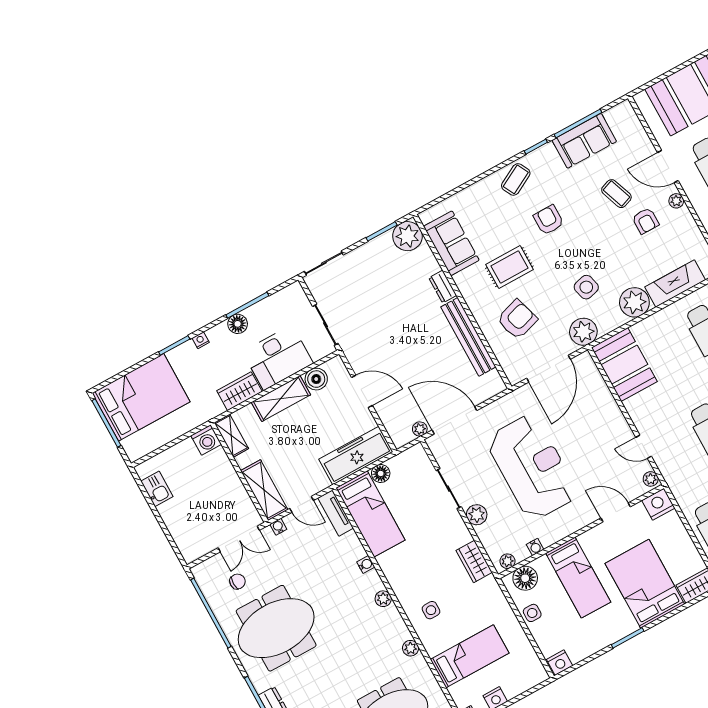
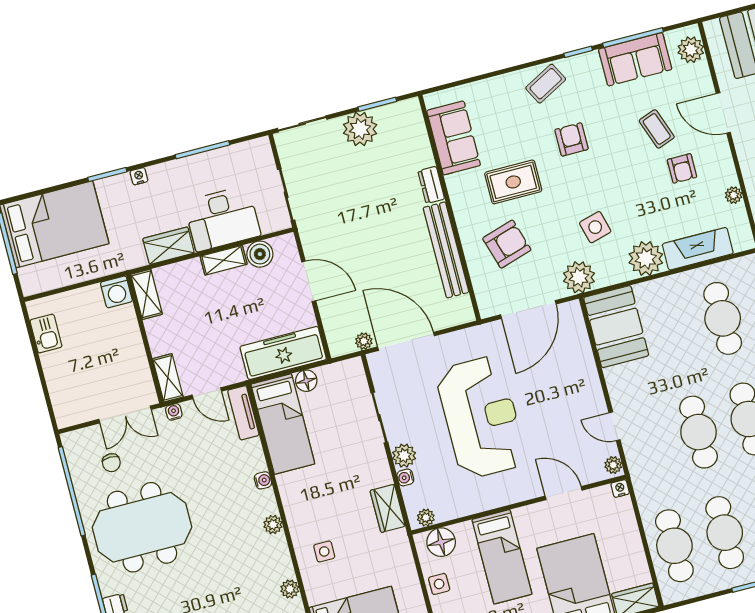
plant: (628, 121) -> (691, 50), added
plant: (676, 201) -> (734, 195), moved
plant: (407, 236) -> (360, 129), moved
floor lamp: (238, 324) -> (186, 168), removed
shelving: (281, 399) -> (224, 260), width x0.67, depth x0.75
shelving: (264, 490) -> (168, 378), width x0.67, depth x0.75
nightstand: (658, 504) -> (620, 489), width x0.53, depth x0.56
water cooler: (535, 547) -> (405, 477), moved, turned 90
chair: (237, 581) -> (111, 463), turned 90

